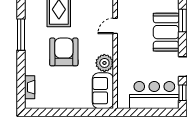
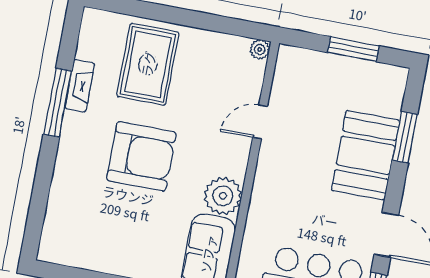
armchair: (64, 52) -> (141, 156), turned 90
fireplace: (30, 87) -> (80, 86), moved

